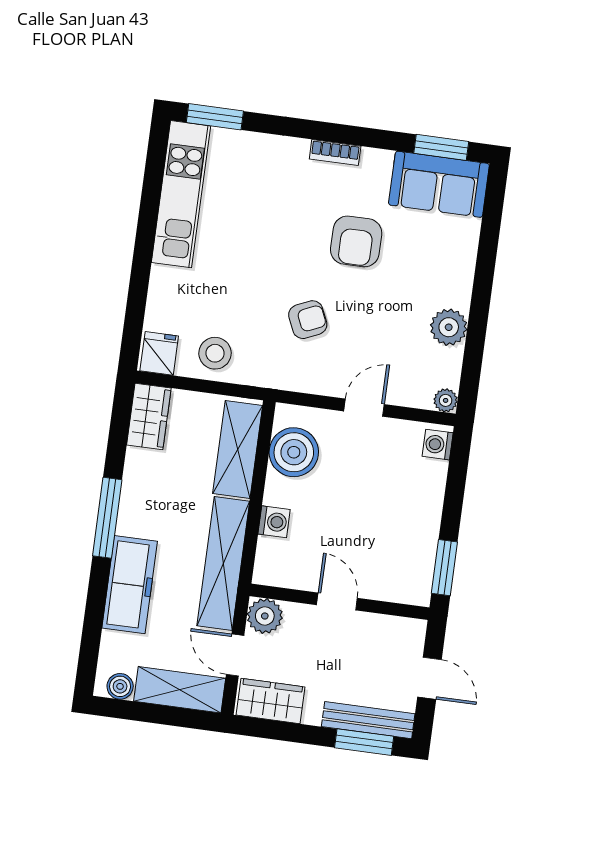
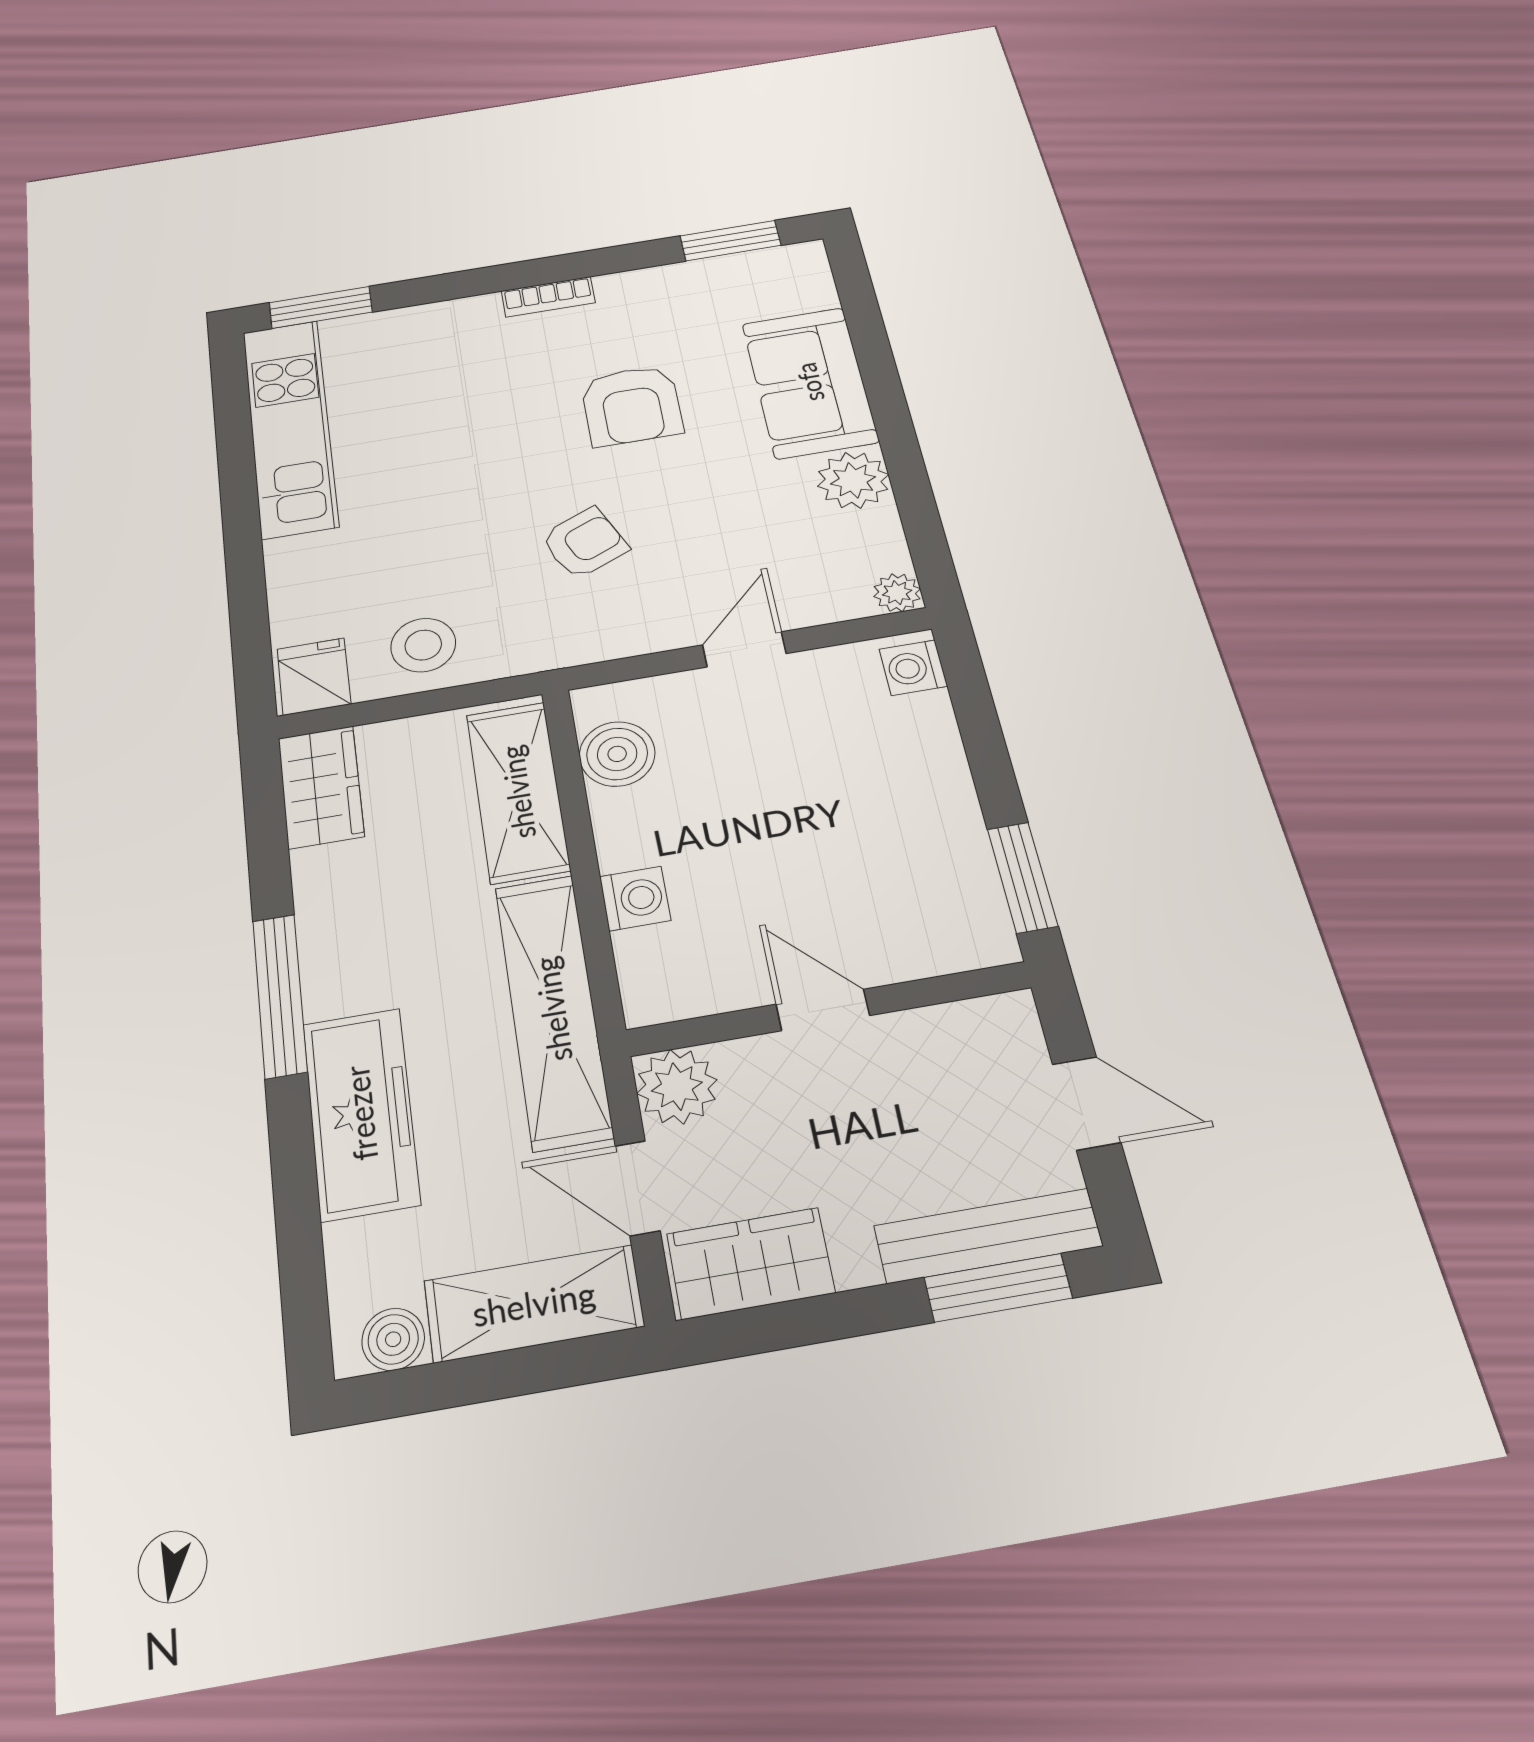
sofa: (439, 184) -> (810, 382), moved, turned 90
boiler: (294, 452) -> (617, 754), width x0.73, depth x0.73

